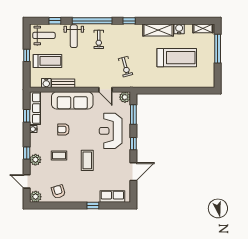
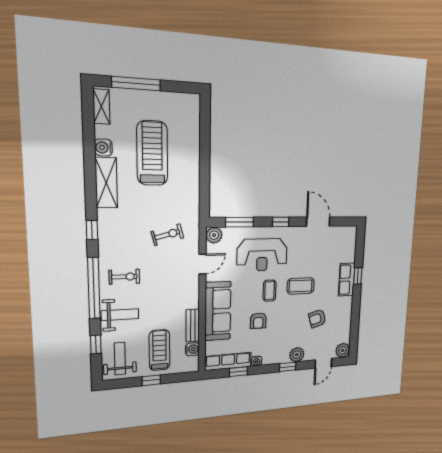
coffee table: (59, 155) -> (270, 291), moved
armchair: (58, 192) -> (317, 318), moved
row of seats: (112, 197) -> (347, 280), moved

